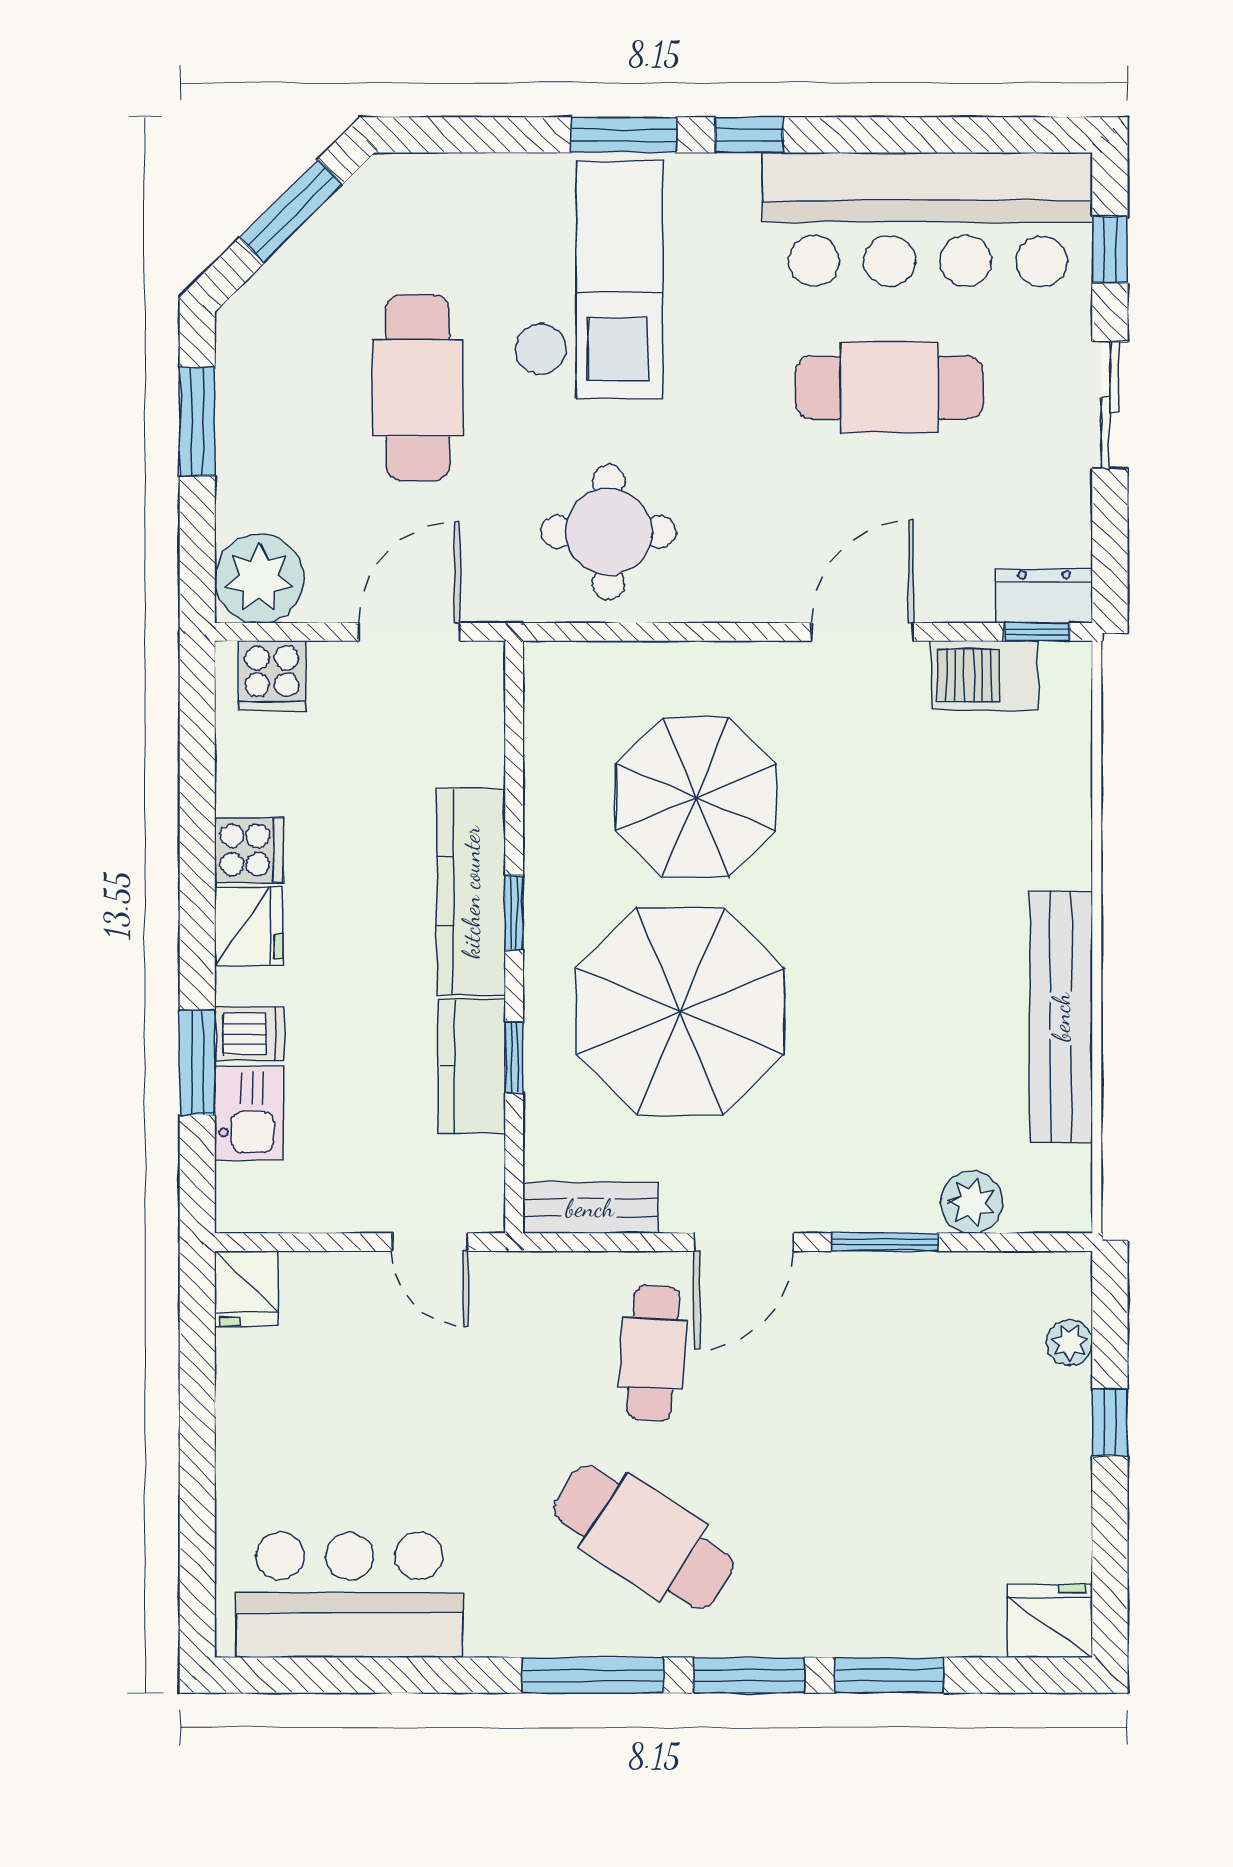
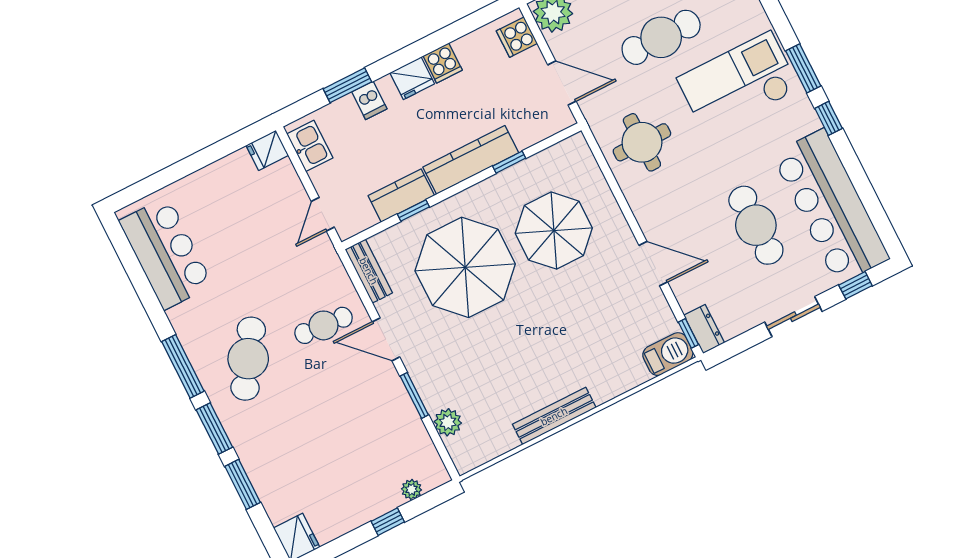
checkout: (588, 280) -> (738, 83), turned 180
barbecue: (985, 675) -> (668, 354), moved, turned 90
window: (514, 913) -> (509, 162), moved
bench: (1061, 1017) -> (554, 416), width x0.73, depth x0.82
kitchen sink: (249, 1113) -> (310, 146), moved, turned -90

